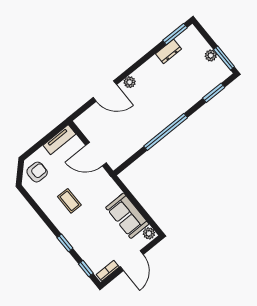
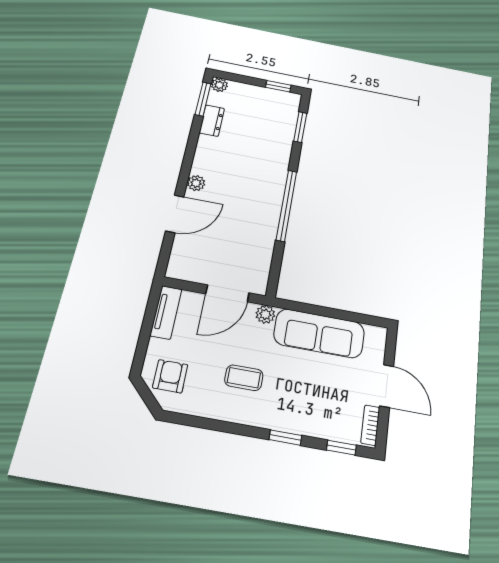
plant: (211, 55) -> (219, 85), moved
window: (224, 58) -> (278, 86), width x0.67
sofa: (127, 216) -> (319, 333), width x1.36
plant: (149, 233) -> (265, 314), moved

